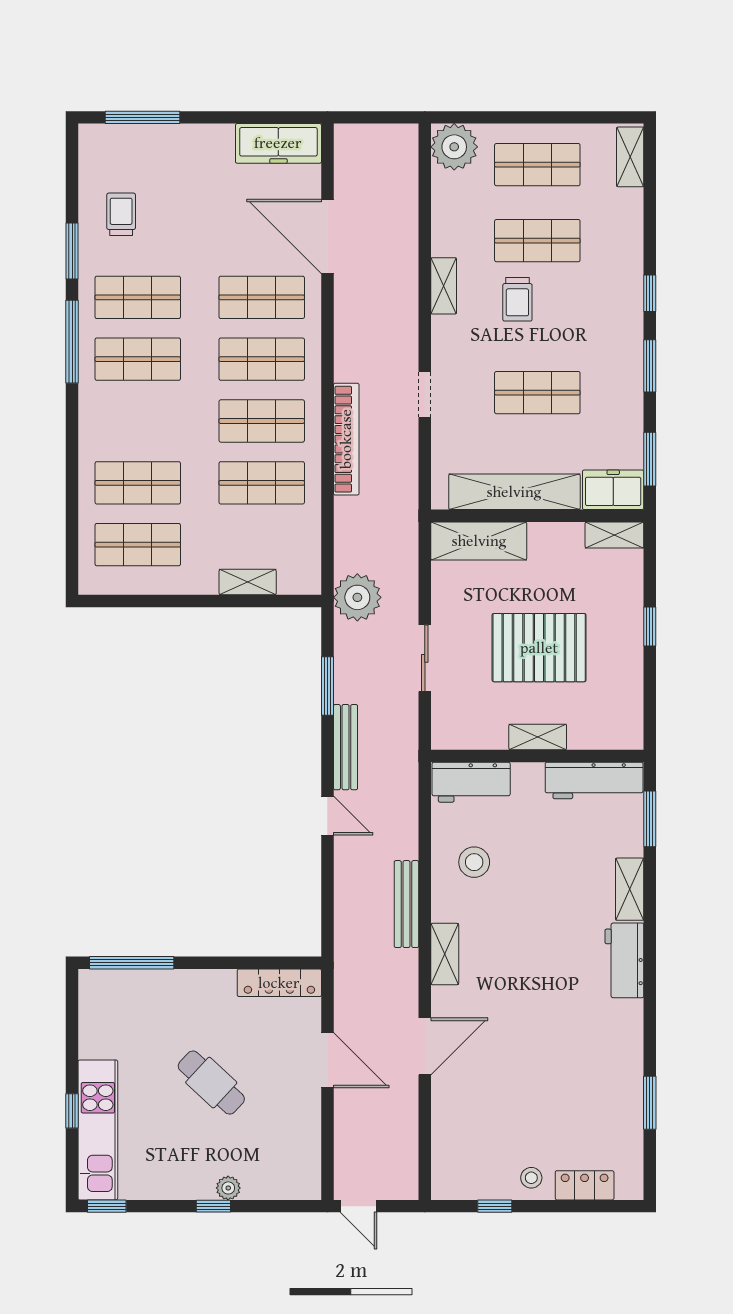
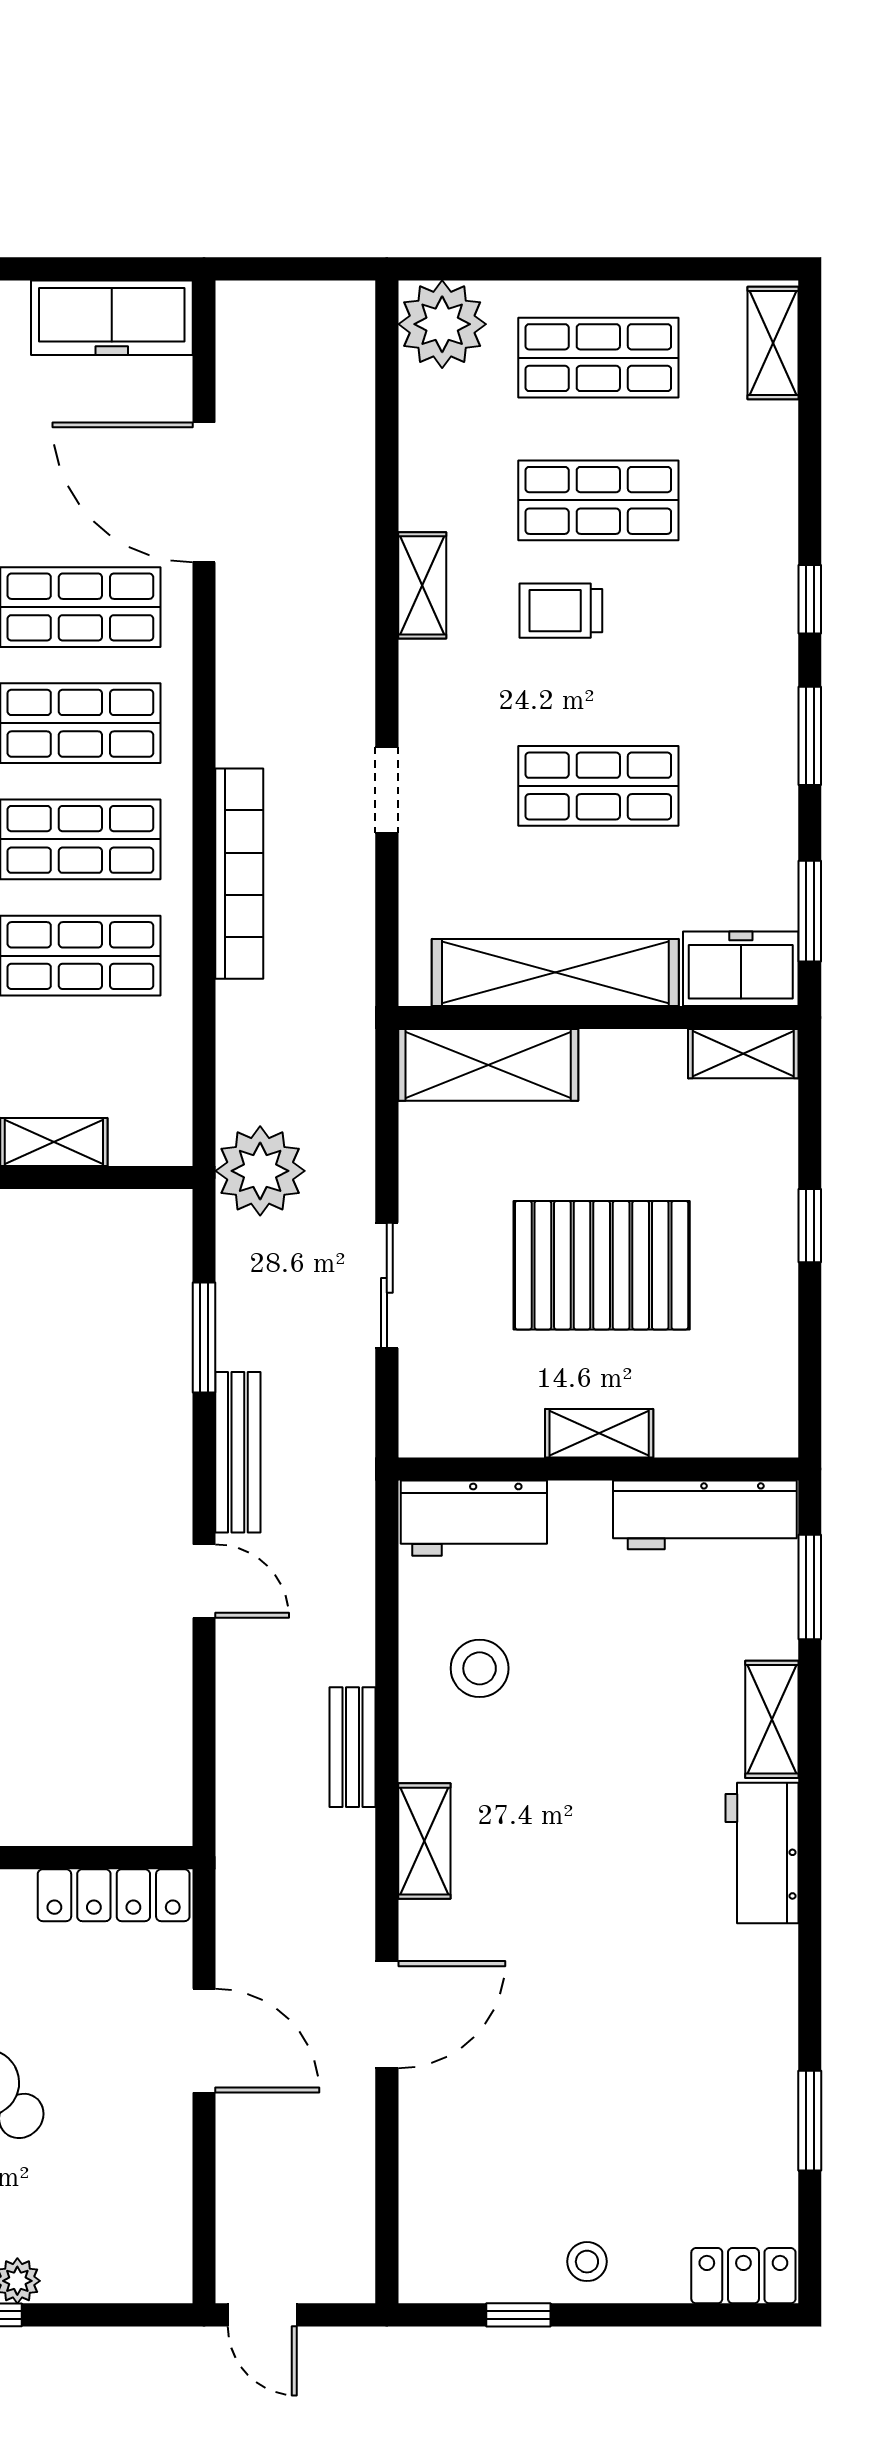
trolley: (517, 299) -> (561, 611), turned 90
bench: (406, 904) -> (352, 1747), width x0.73
locker: (585, 1185) -> (743, 2276), moved

